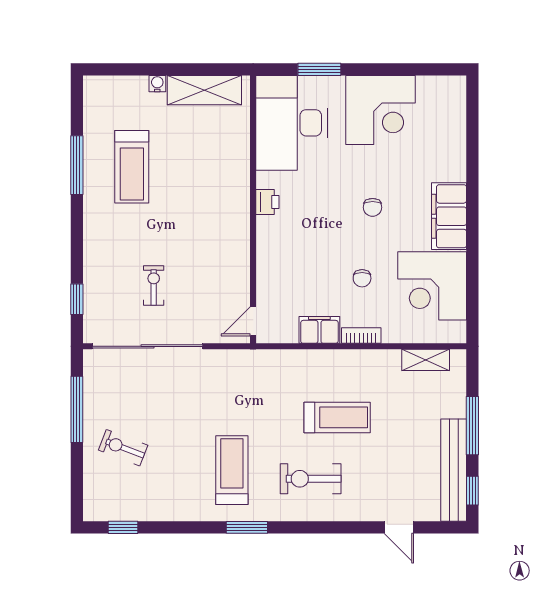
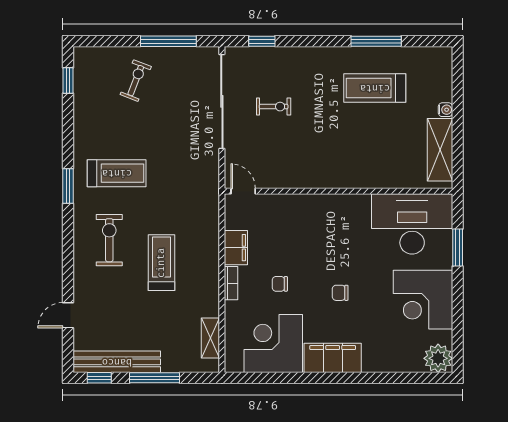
plant: (449, 92) -> (438, 358), added
printer: (267, 202) -> (345, 203), removed
treadmill: (337, 417) -> (161, 263), turned 180

